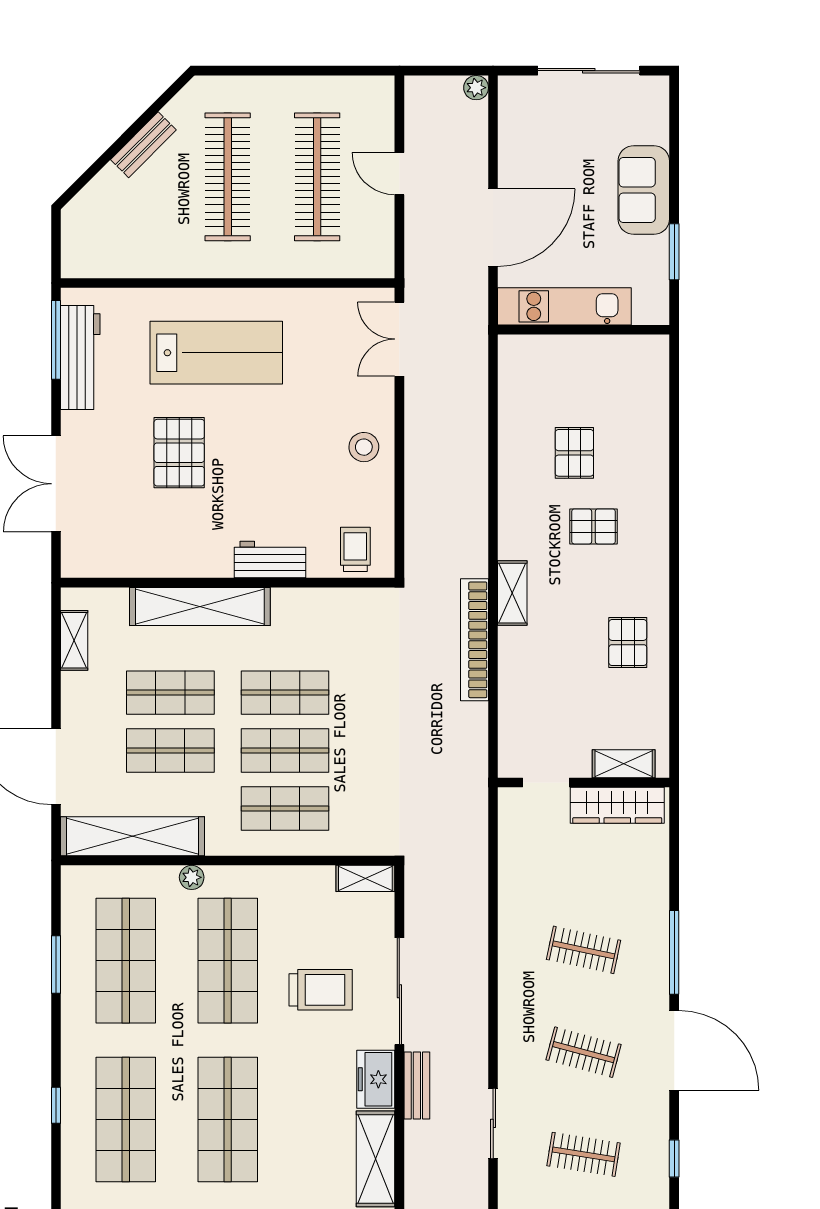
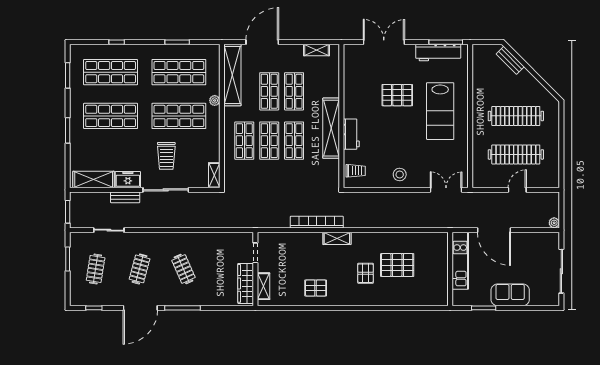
bench: (143, 145) -> (510, 60), moved
pallet: (574, 453) -> (397, 265), width x1.50, depth x1.42
shelving: (200, 606) -> (331, 128), moved
clothes rail: (584, 950) -> (183, 269), turned -36

